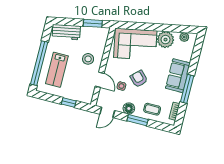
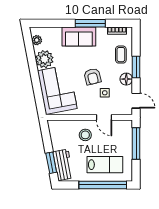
window: (93, 23) -> (51, 163), moved
armchair: (139, 79) -> (93, 77), turned -60
door: (100, 80) -> (104, 117), swing flipped
window: (69, 102) -> (136, 143), width x2.17

